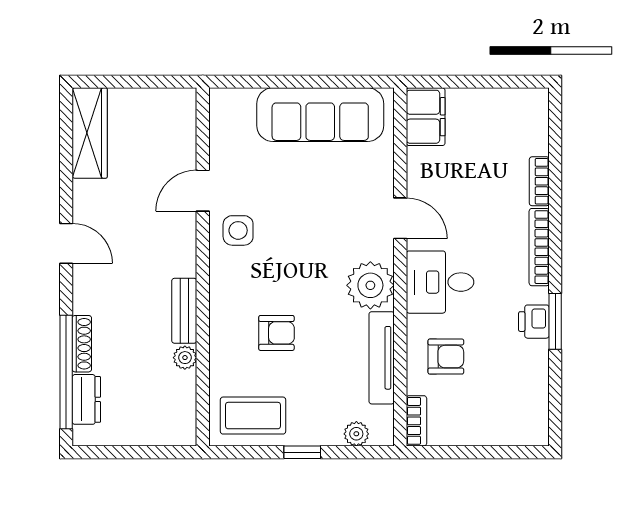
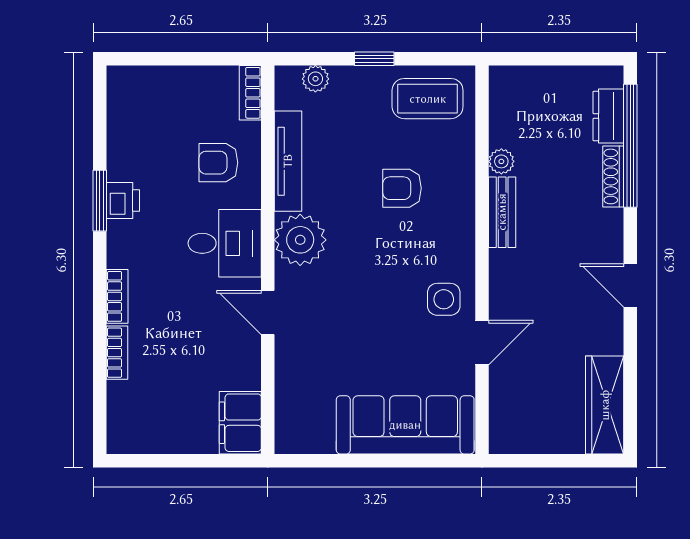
sofa: (320, 115) -> (405, 425), moved
bookcase: (539, 247) -> (117, 296), width x0.64

